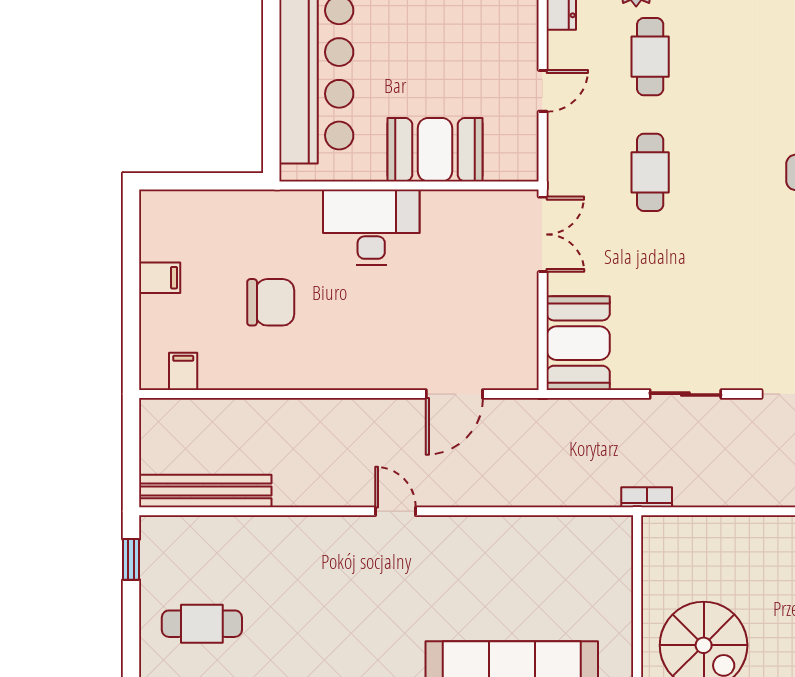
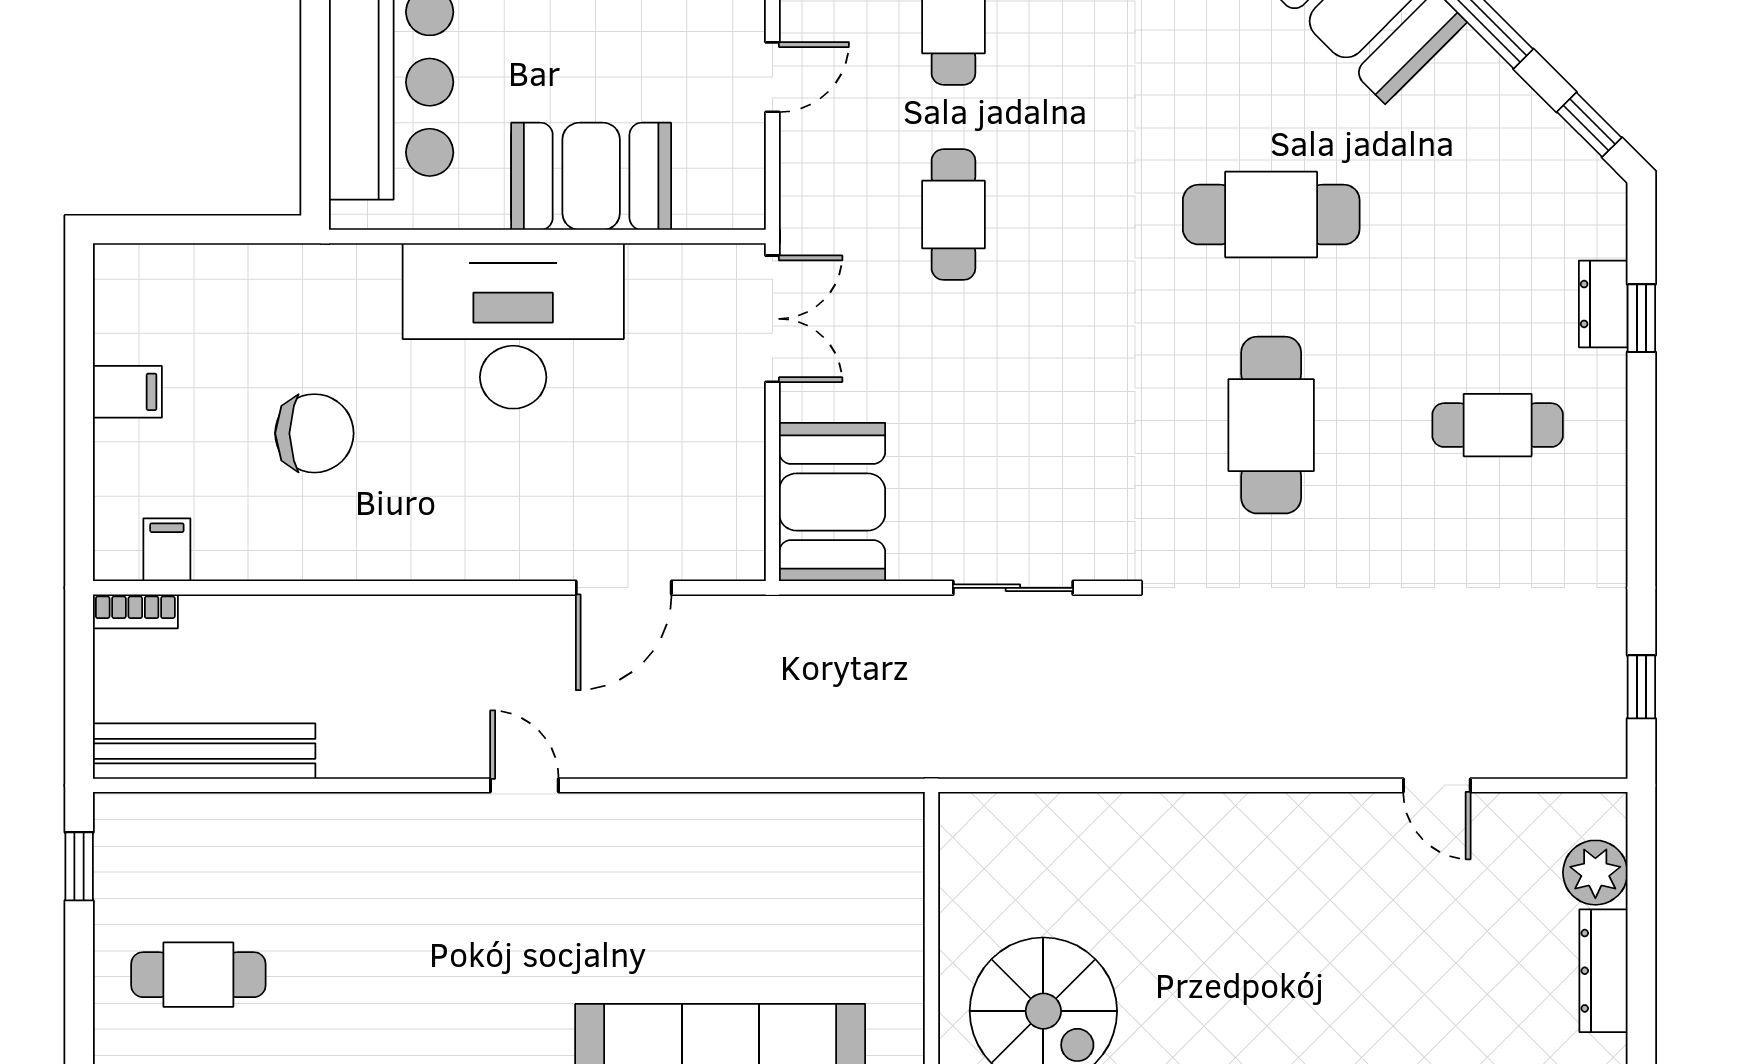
desk: (371, 227) -> (513, 326), width x1.36, depth x1.30
bookcase: (647, 497) -> (135, 611), moved, turned 180

